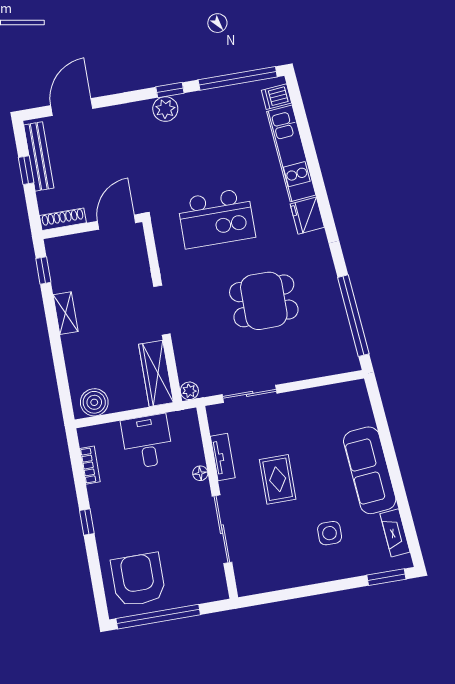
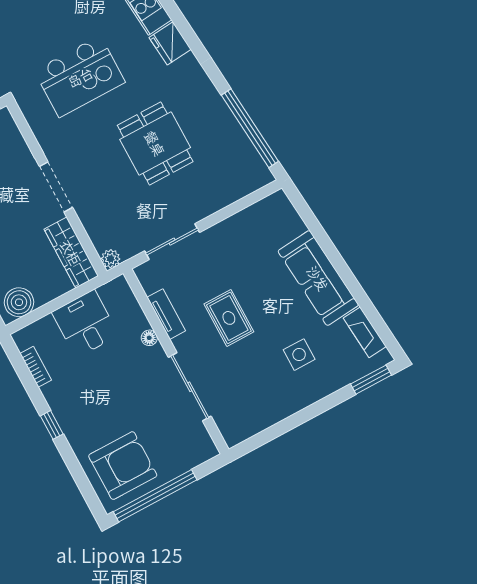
dining table: (264, 301) -> (155, 143), turned 90
armchair: (138, 580) -> (123, 466), turned 90

